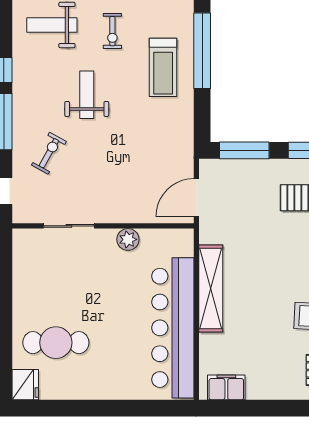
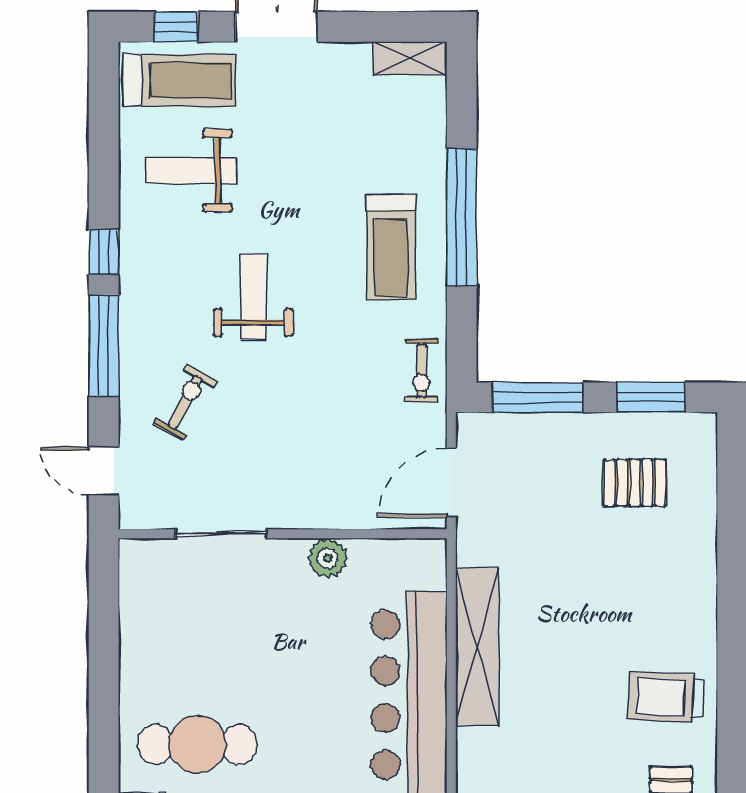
exercise bike: (112, 31) -> (422, 370), moved

